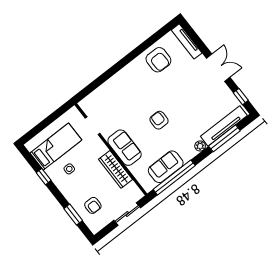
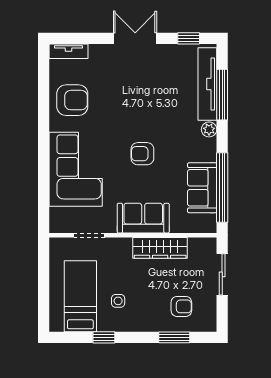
tv unit: (187, 41) -> (69, 51), width x0.71
corner sofa: (122, 91) -> (76, 169), added

